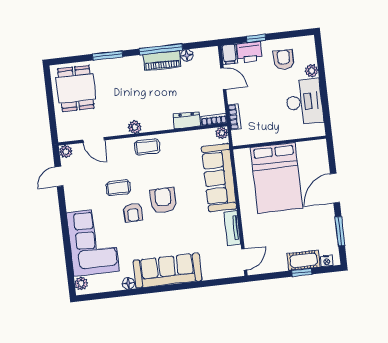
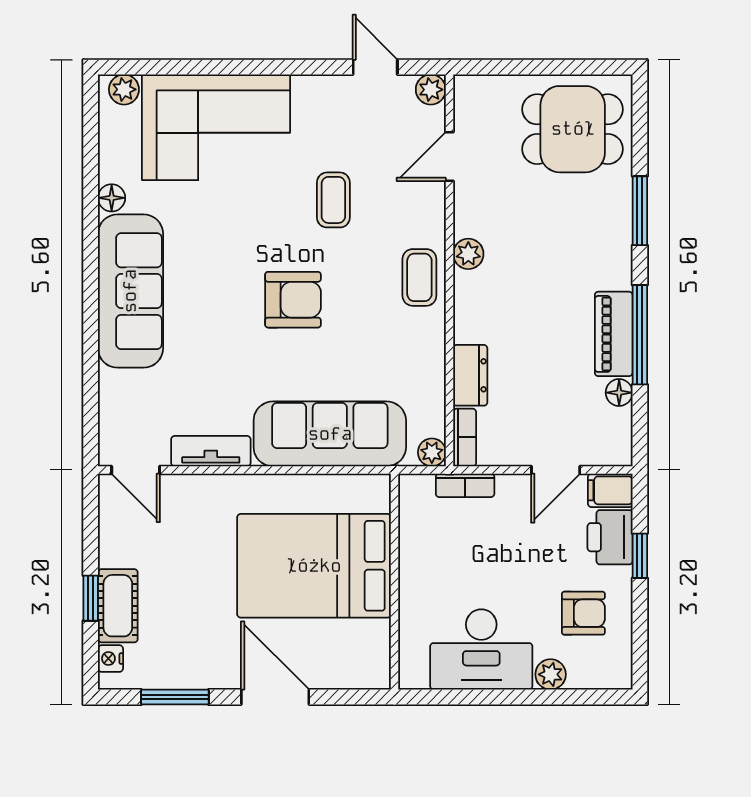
armchair: (133, 213) -> (272, 227), removed

